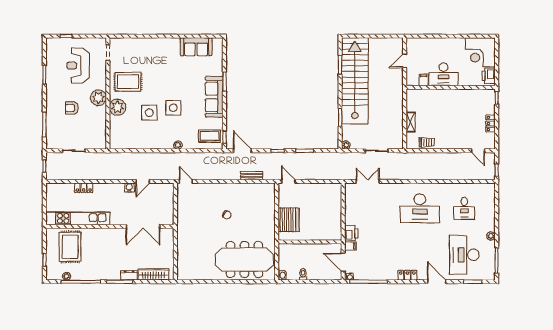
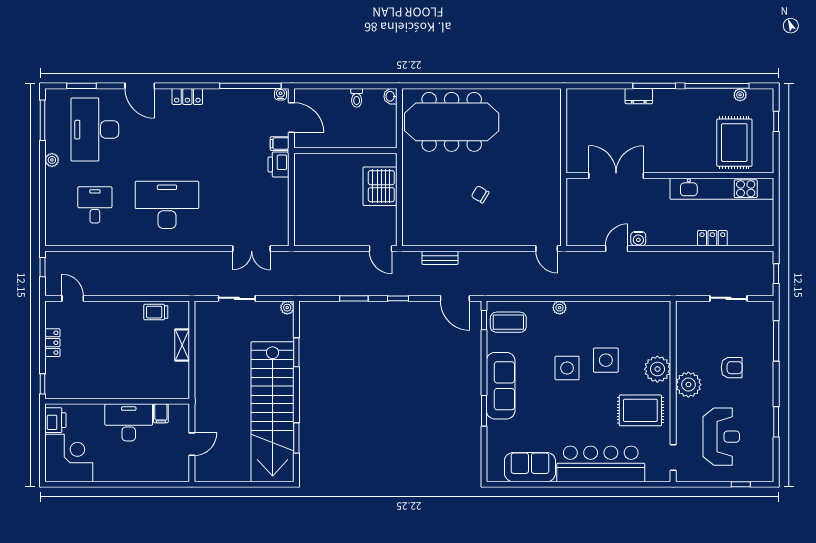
bar counter: (152, 49) -> (601, 464), added
desk: (464, 255) -> (95, 130), turned 180
wardrobe: (153, 274) -> (599, 98), removed

